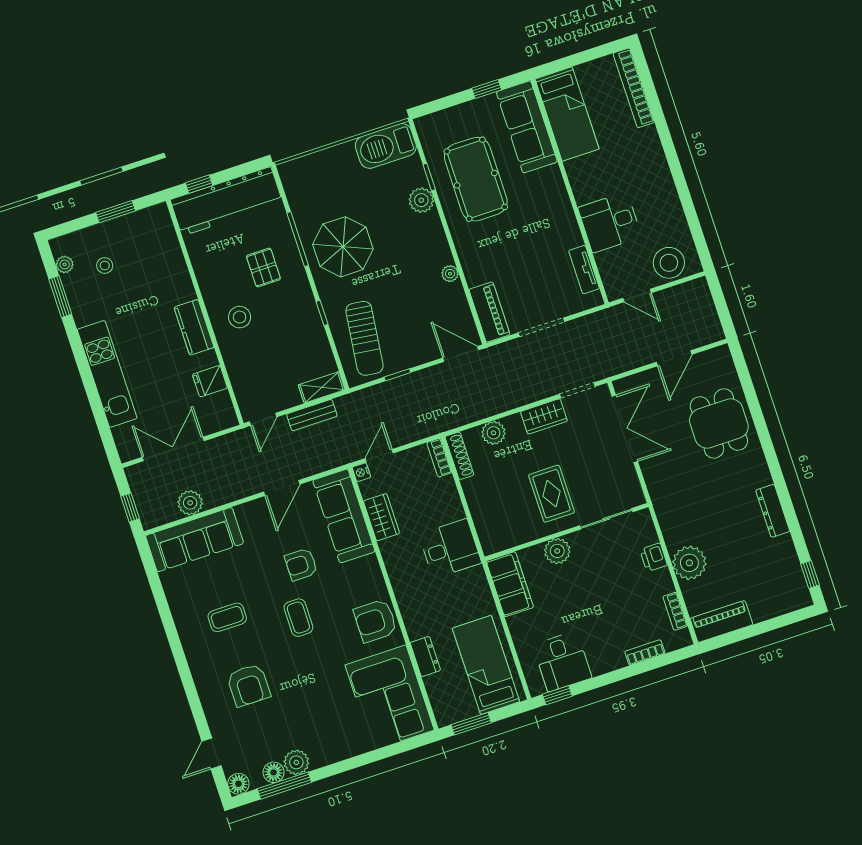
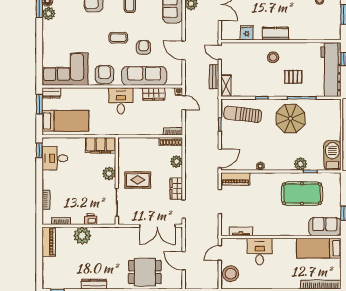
sofa: (527, 127) -> (325, 227), width x0.73
sofa: (344, 516) -> (144, 76), moved
desk: (450, 548) -> (121, 101), moved, turned 180
dresser: (425, 656) -> (51, 93), moved

